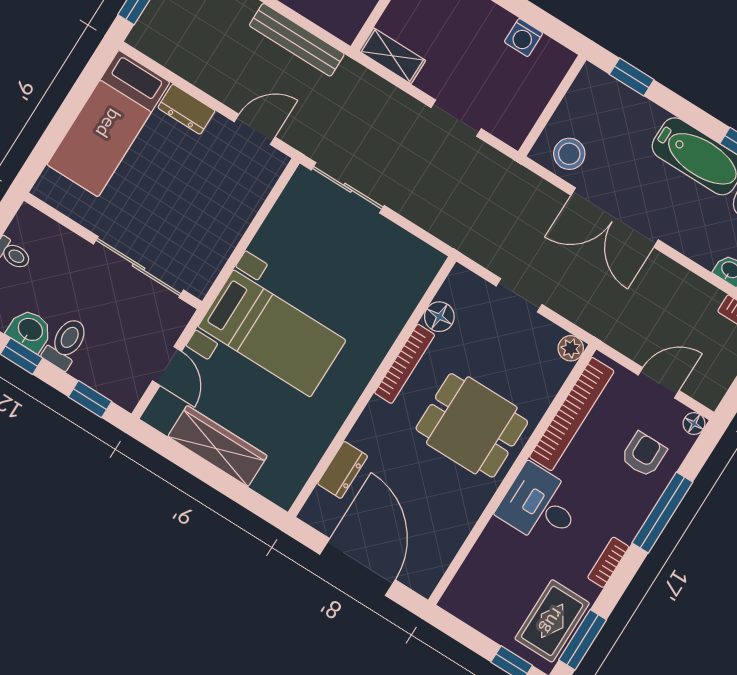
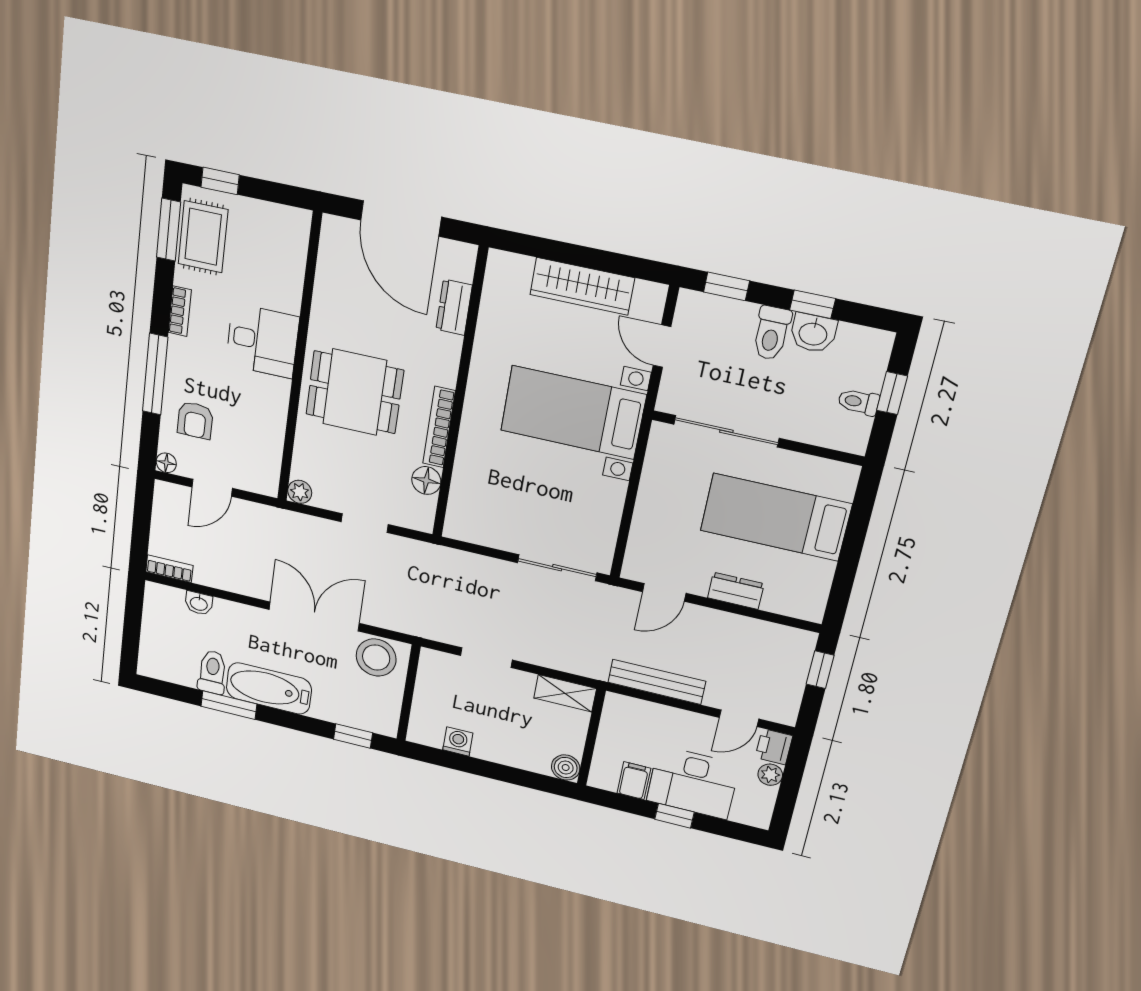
bed: (108, 123) -> (776, 517), moved, turned -90
stool: (569, 154) -> (376, 657), width x1.38, depth x1.38
bookcase: (572, 414) -> (272, 434), removed

